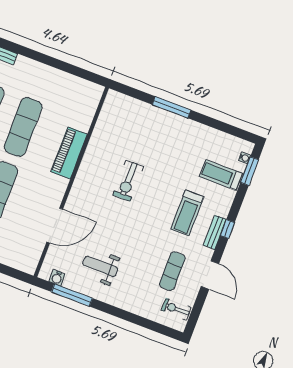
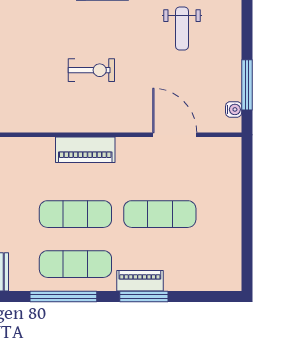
weight bench: (100, 266) -> (182, 29), moved

